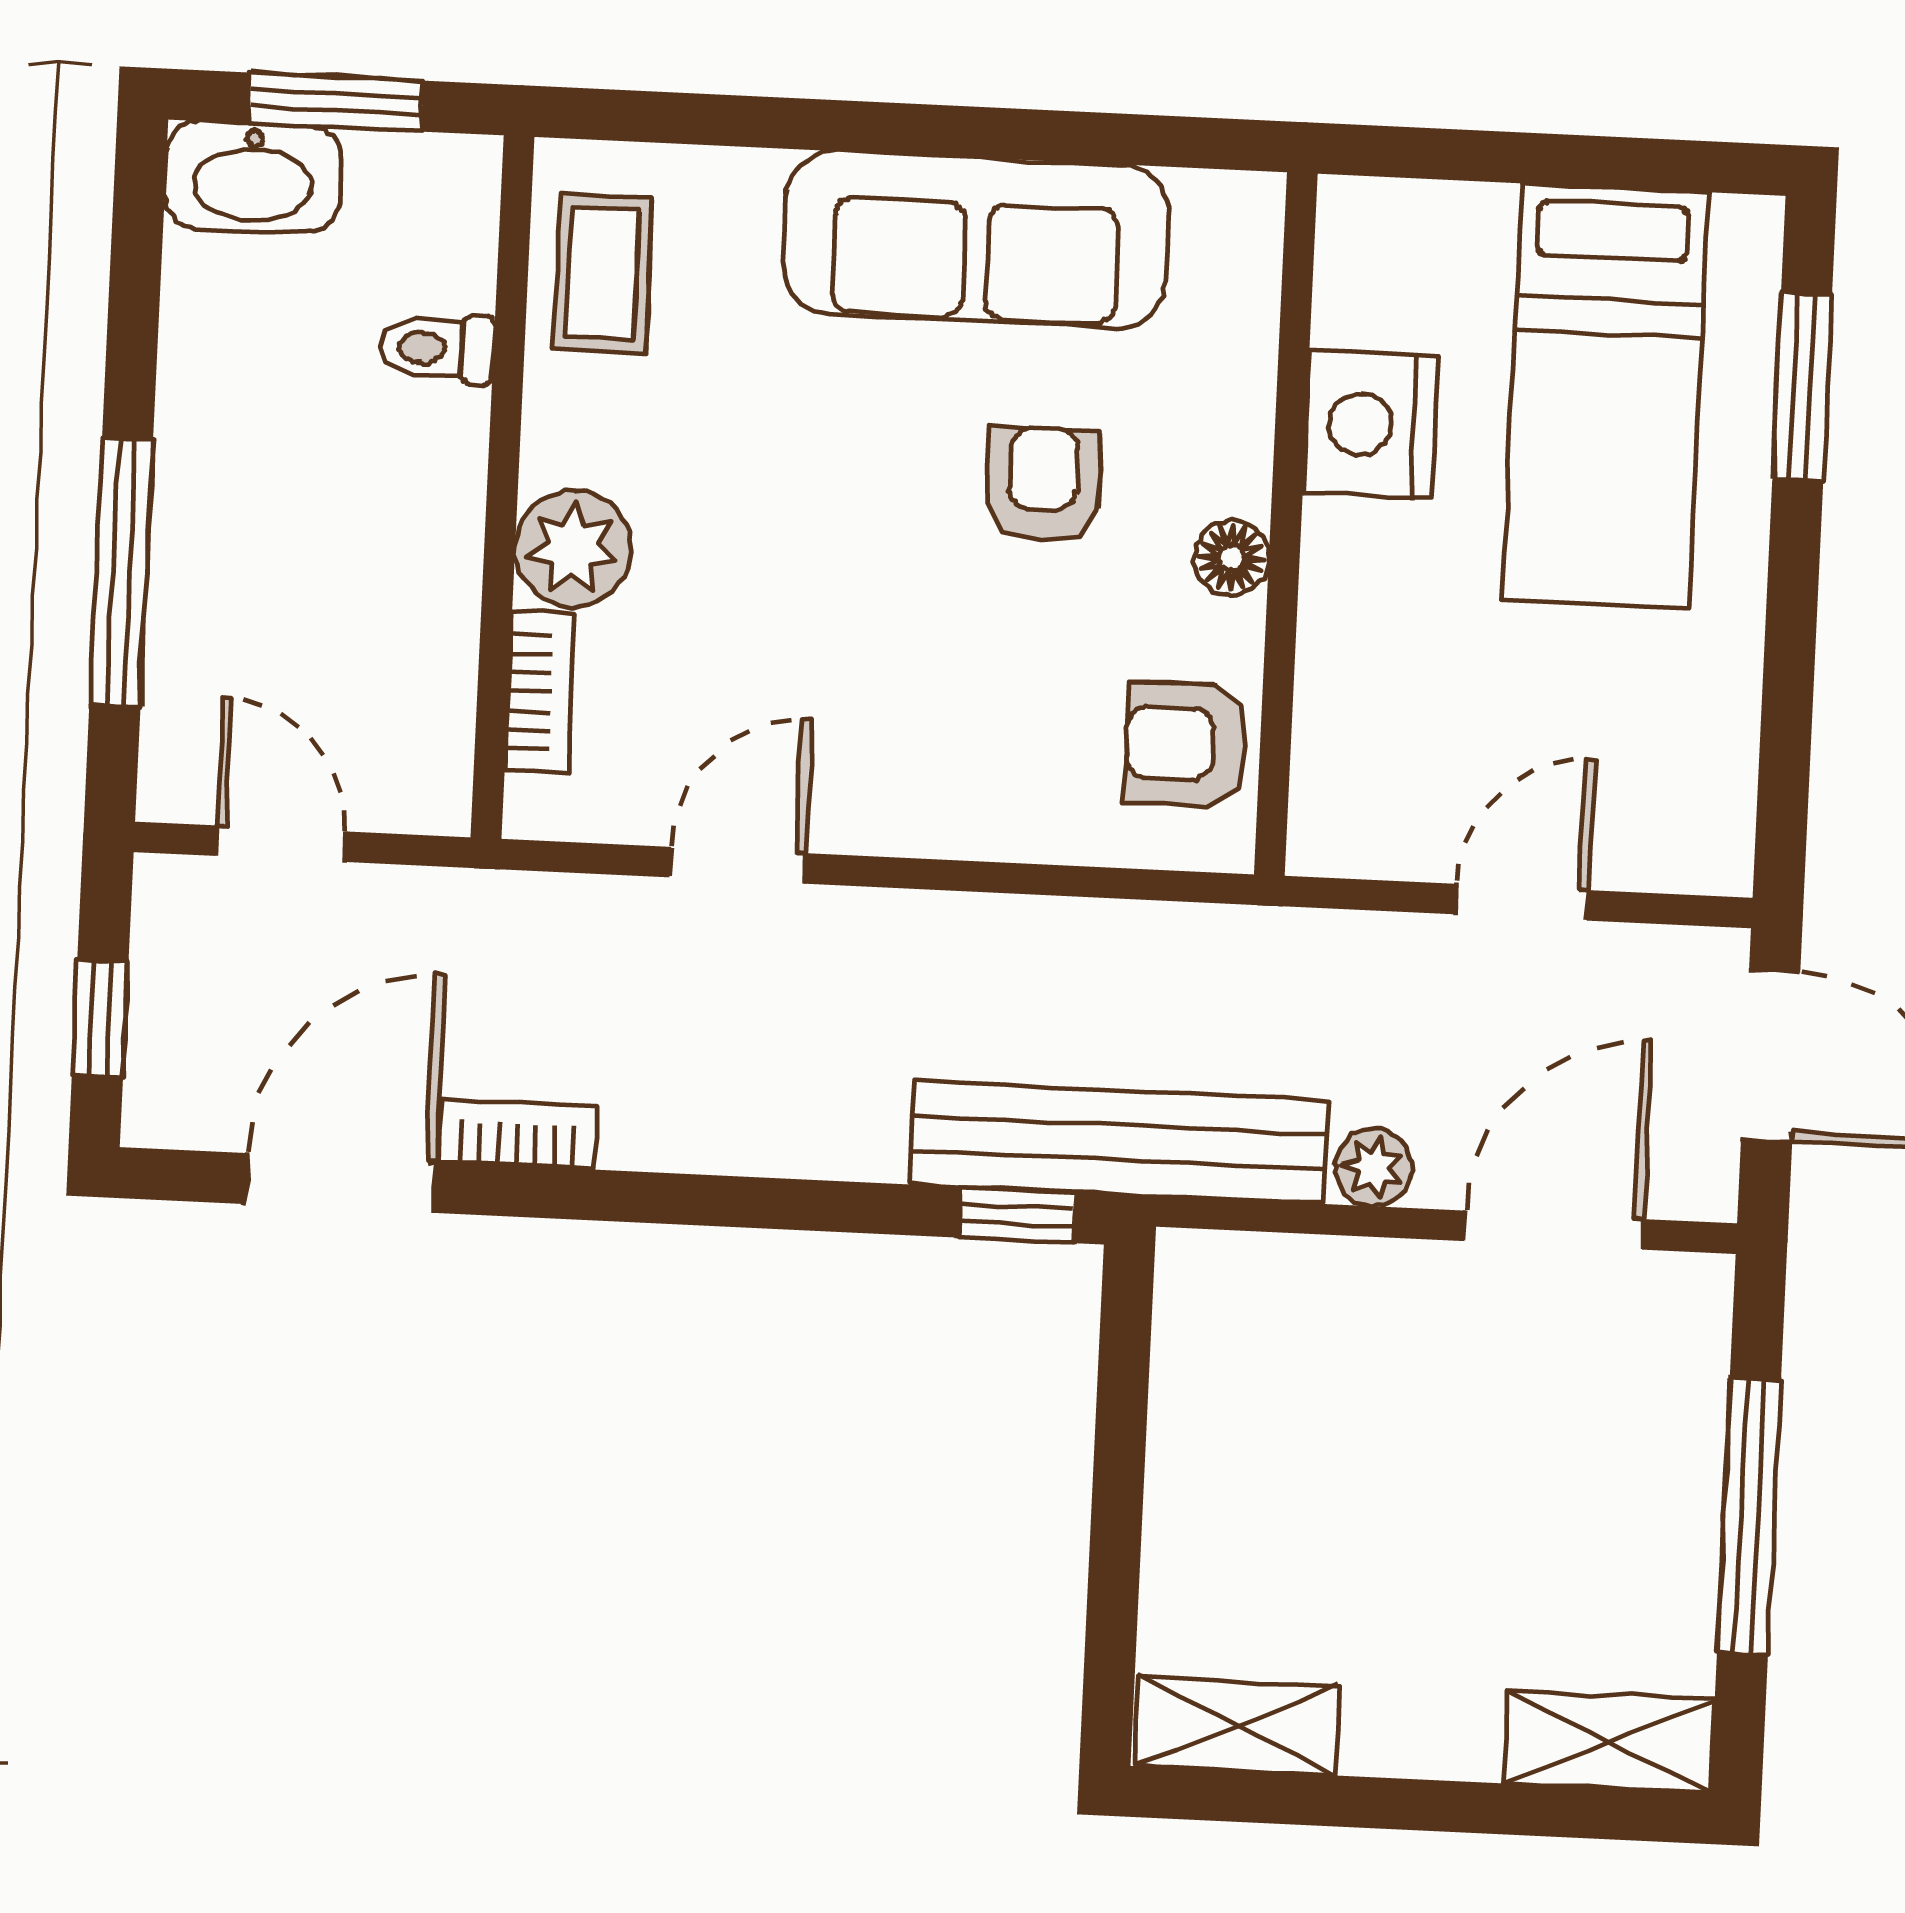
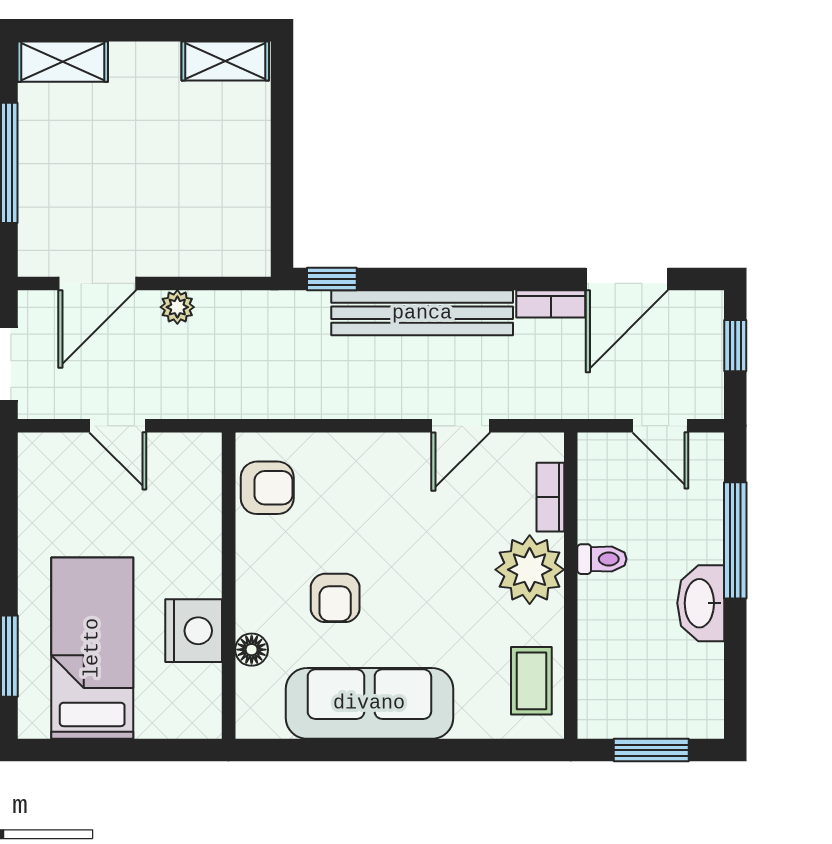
washbasin: (253, 177) -> (701, 603), moved, turned -90
toilet: (438, 349) -> (602, 559), moved
plant: (573, 548) -> (530, 570), width x1.36, depth x1.36
floor lamp: (1232, 558) -> (252, 650), moved
door: (1522, 902) -> (118, 426), hinge flipped
bench: (1119, 1142) -> (422, 313), moved

